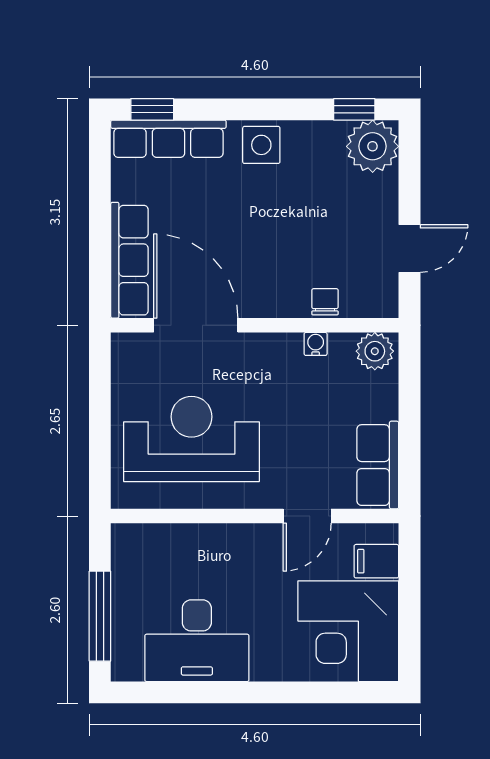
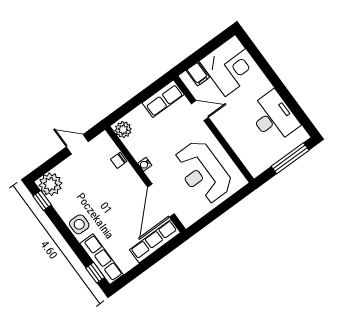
water cooler: (316, 344) -> (145, 164), moved

